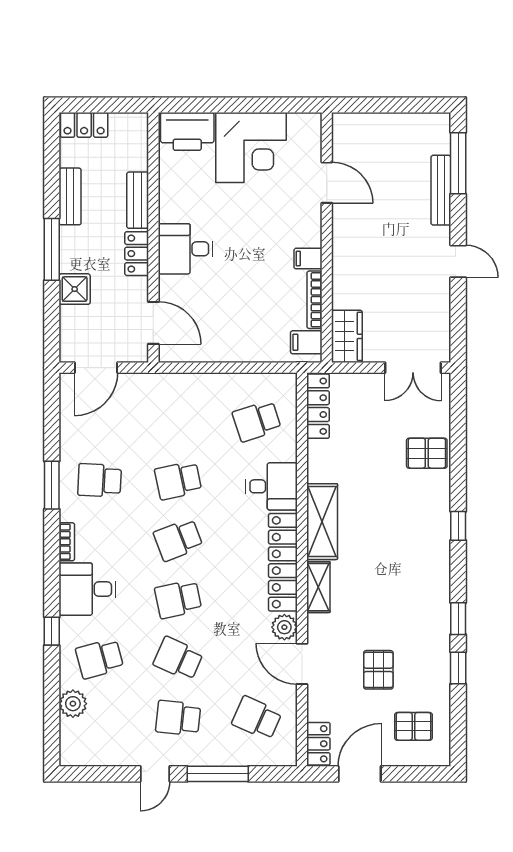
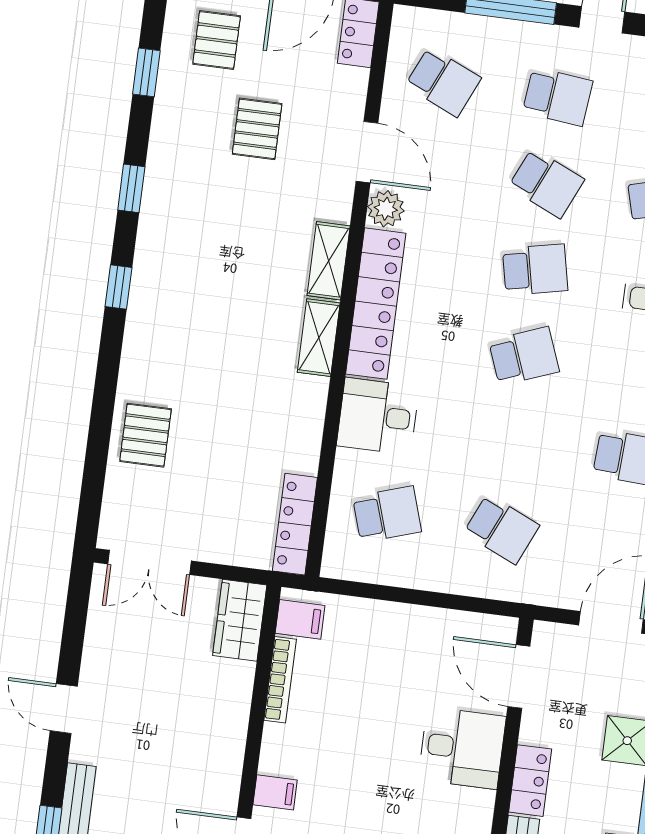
desk: (186, 249) -> (462, 748), moved
filing cabinet: (308, 259) -> (275, 792), moved
double door: (413, 368) -> (150, 562), swing flipped
pallet: (427, 453) -> (146, 435), turned 90
school desk: (178, 480) -> (501, 529), moved, turned 36
shelving: (322, 522) -> (319, 338), width x0.67, depth x0.75
window: (458, 526) -> (118, 287), moved
window: (458, 668) -> (146, 72), moved
pallet: (413, 726) -> (217, 40), turned 90

